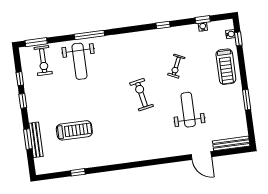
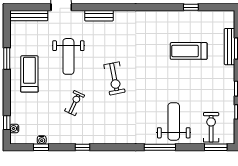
treadmill: (226, 67) -> (29, 74), moved
bench: (164, 152) -> (99, 16), added

